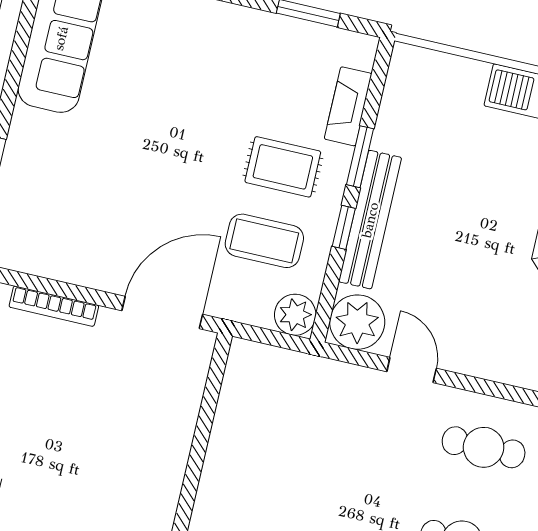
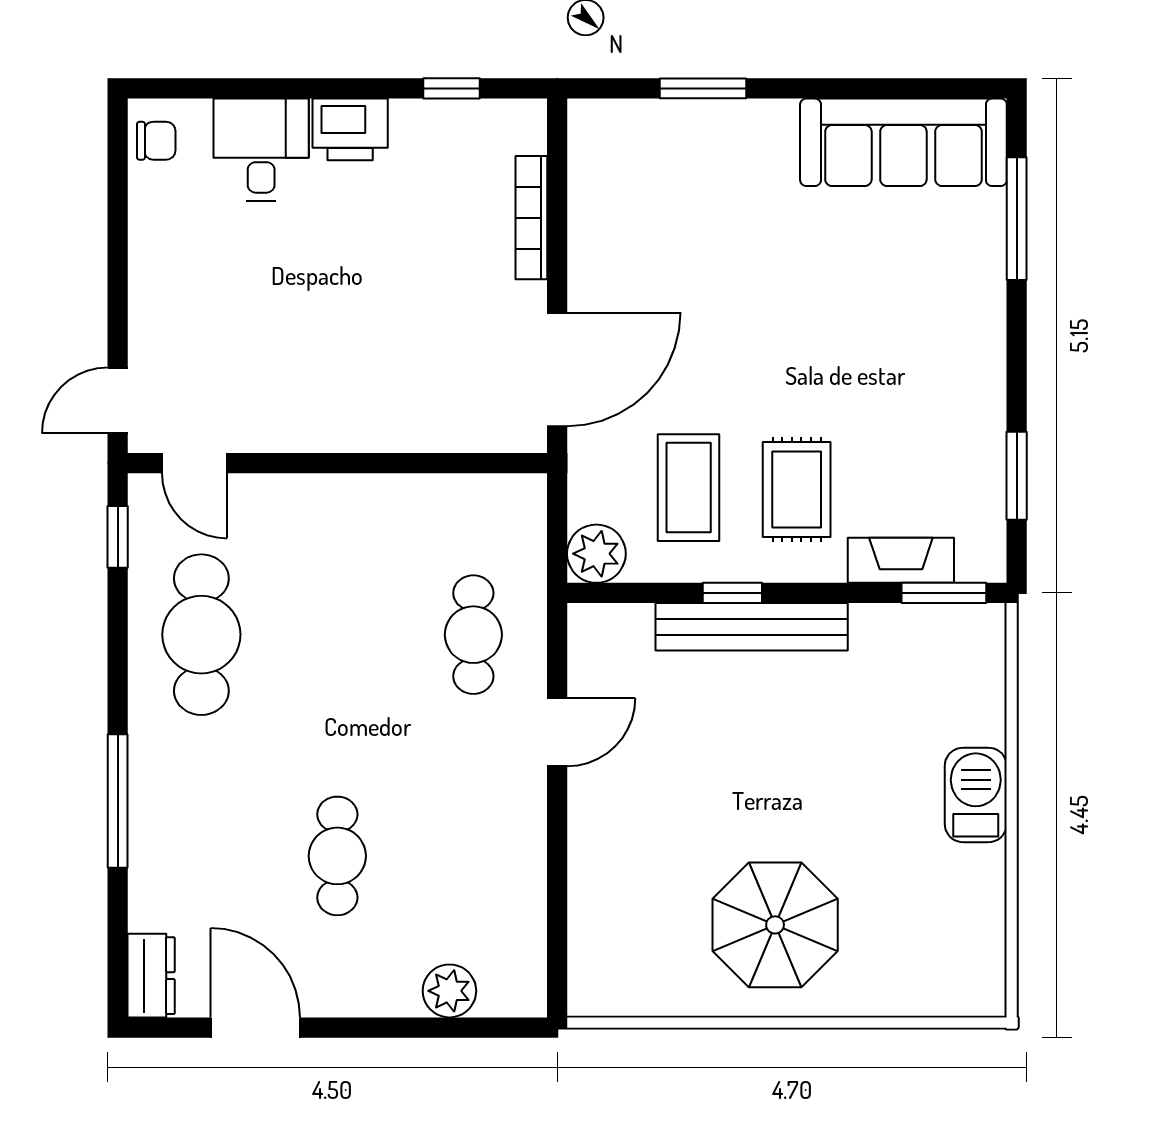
window: (360, 157) -> (944, 593), moved
door: (162, 312) -> (557, 369), hinge flipped
plant: (357, 322) -> (606, 642), removed
cafe table: (484, 447) -> (473, 635), moved

